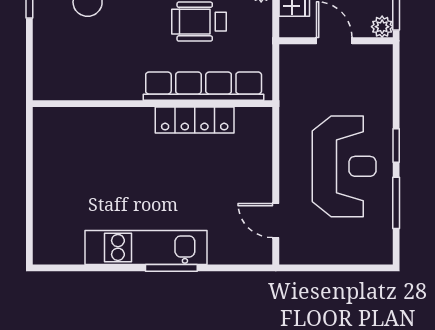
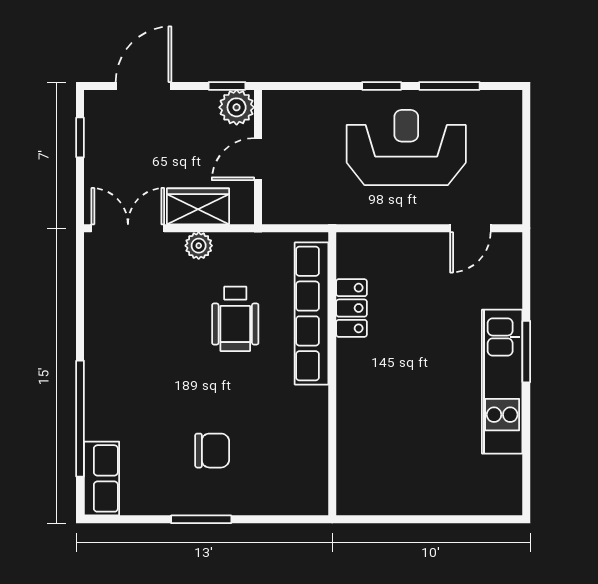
plant: (382, 27) -> (237, 107), width x1.38, depth x1.38
locker: (195, 120) -> (352, 308), width x0.66

